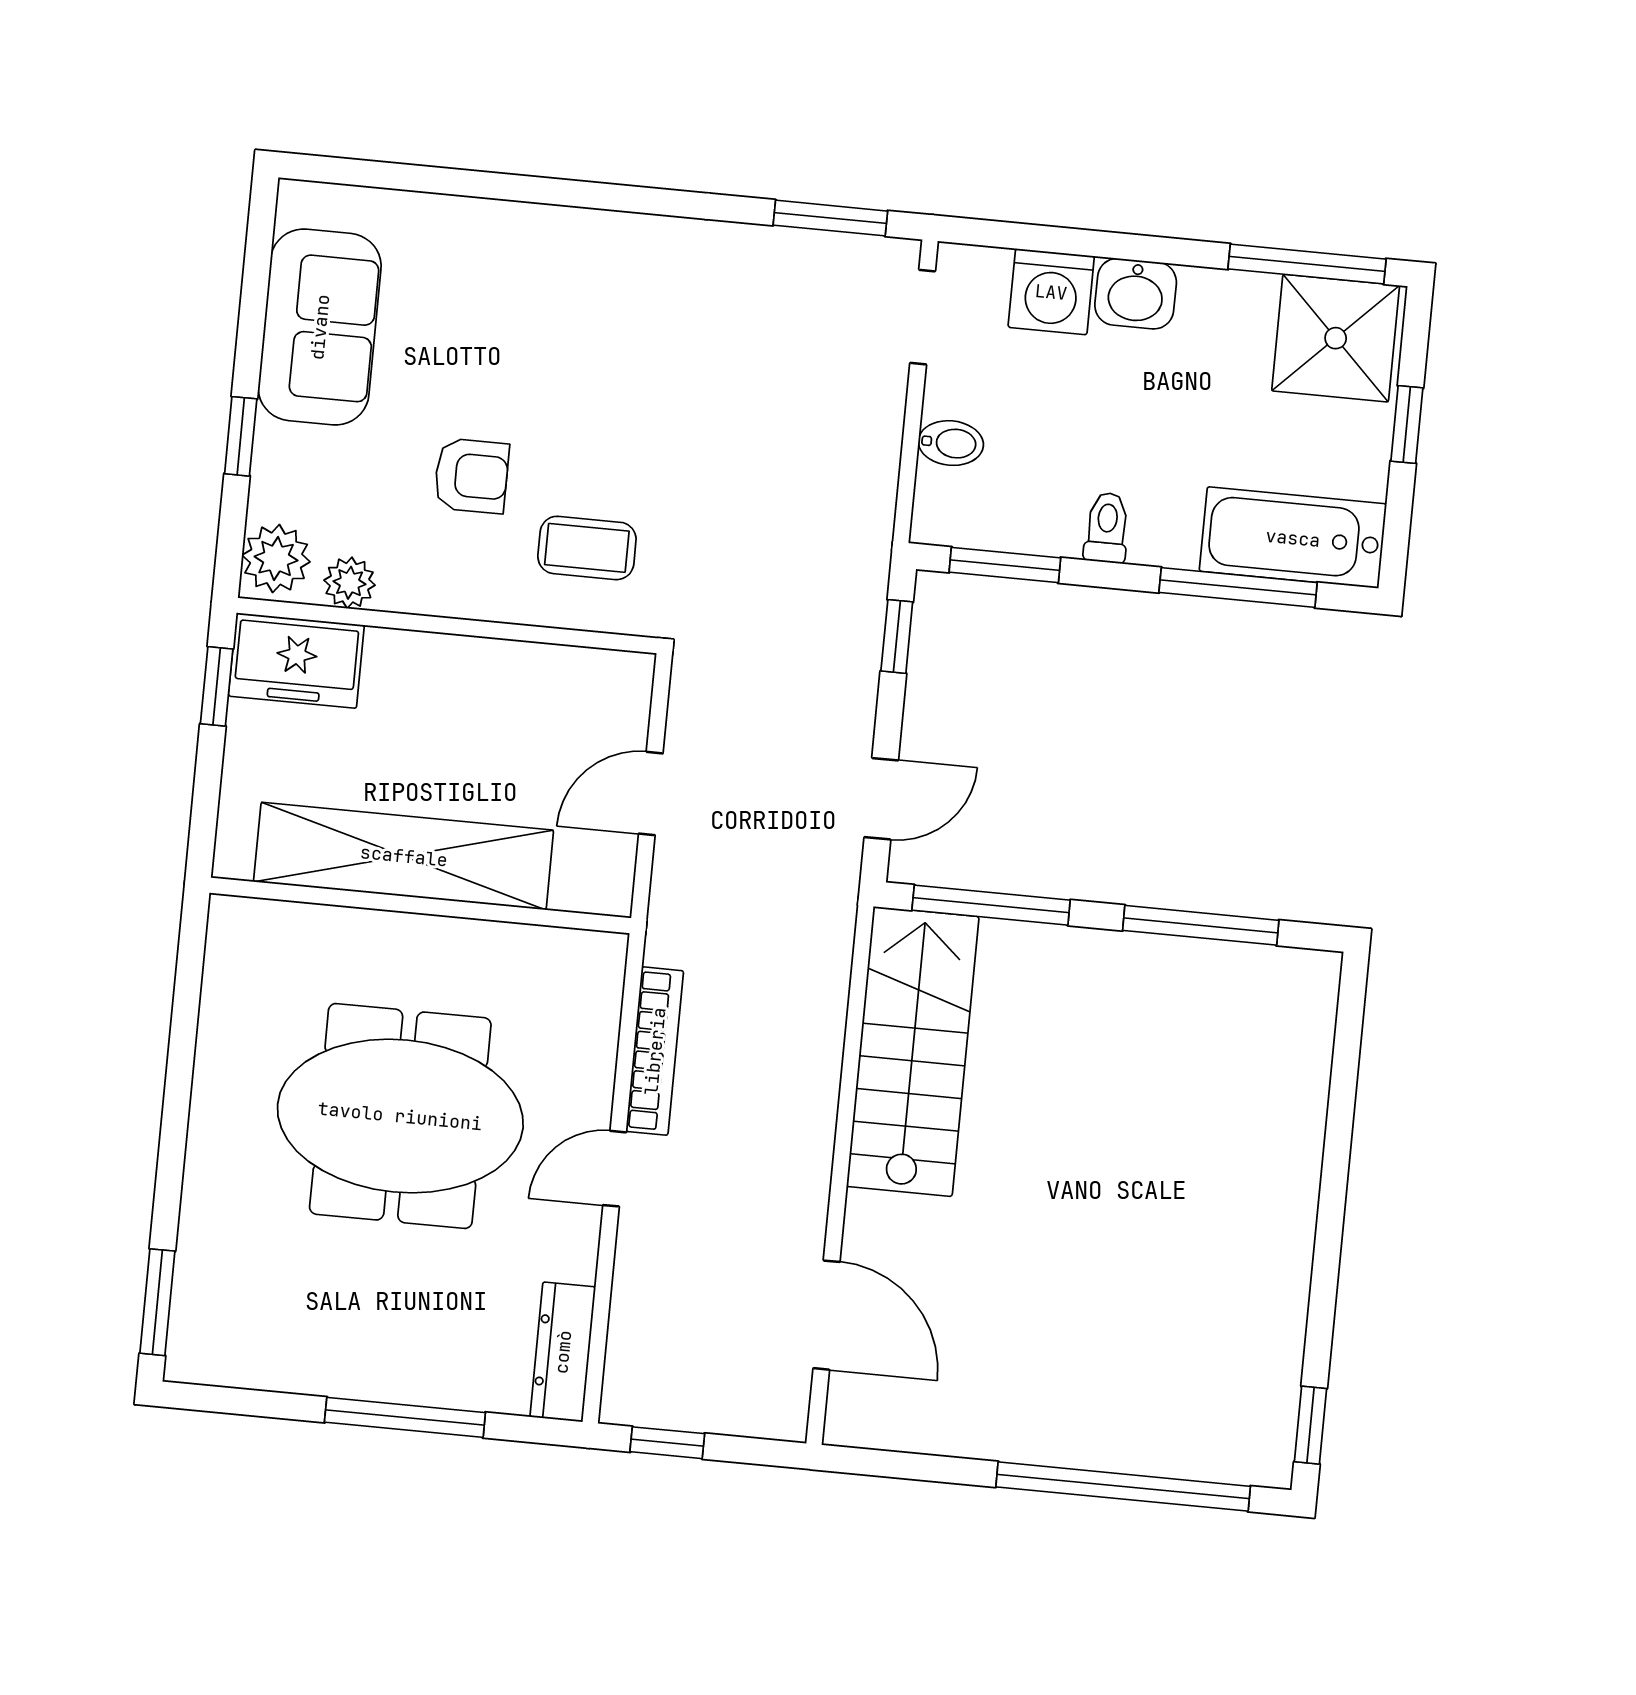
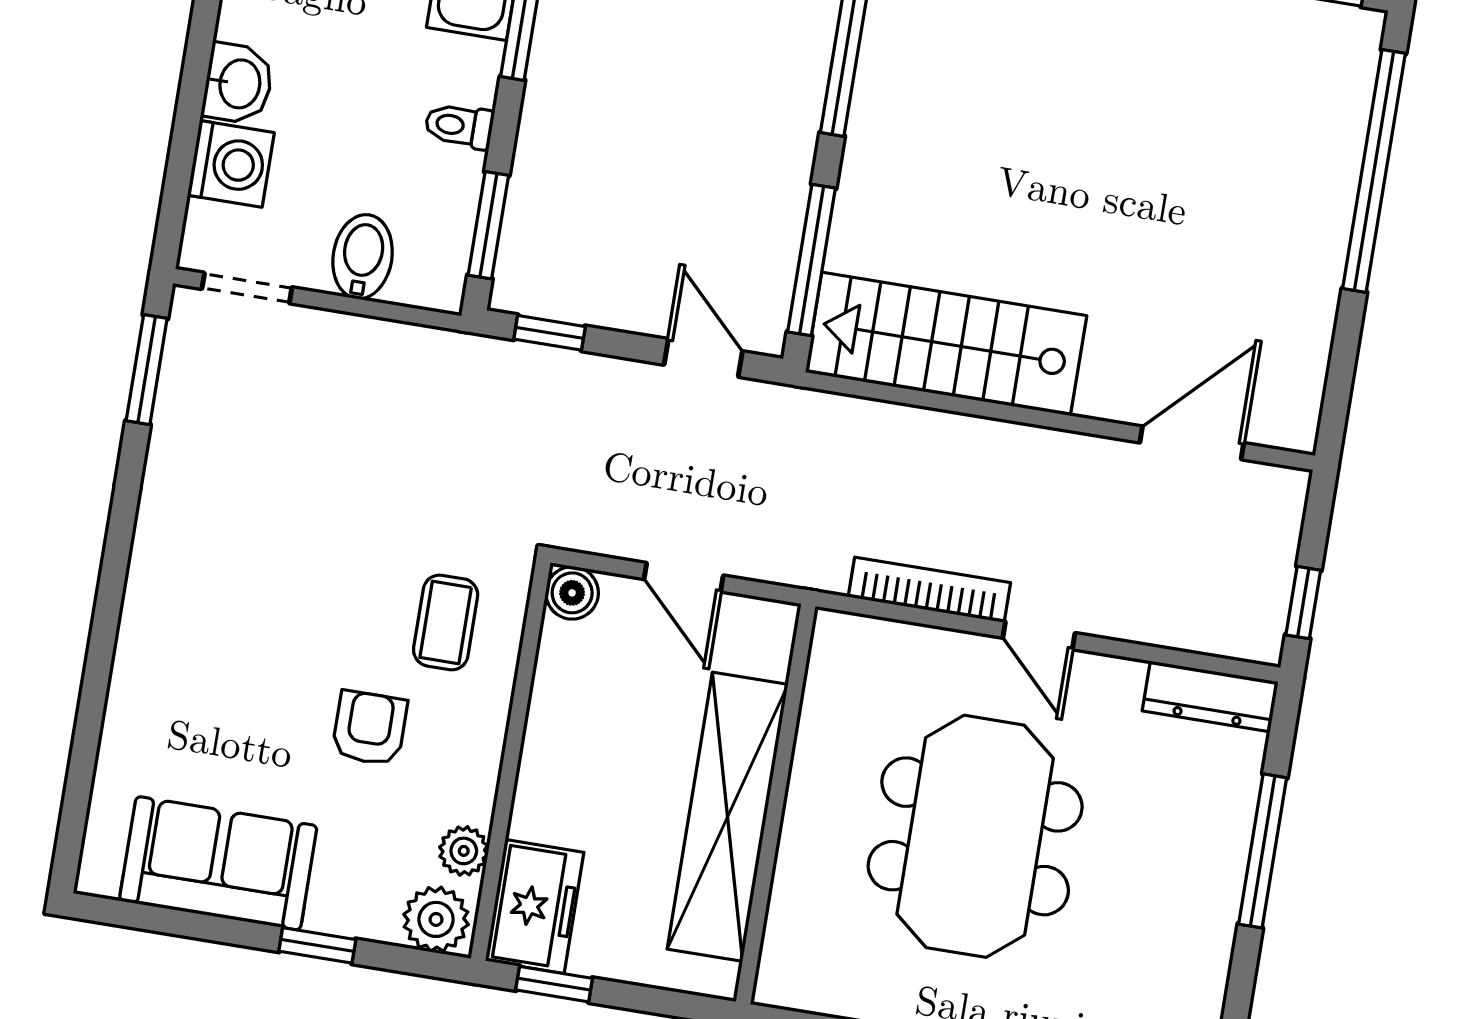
bidet: (951, 443) -> (363, 257), width x1.38, depth x1.36
boiler: (627, 678) -> (572, 593), added

